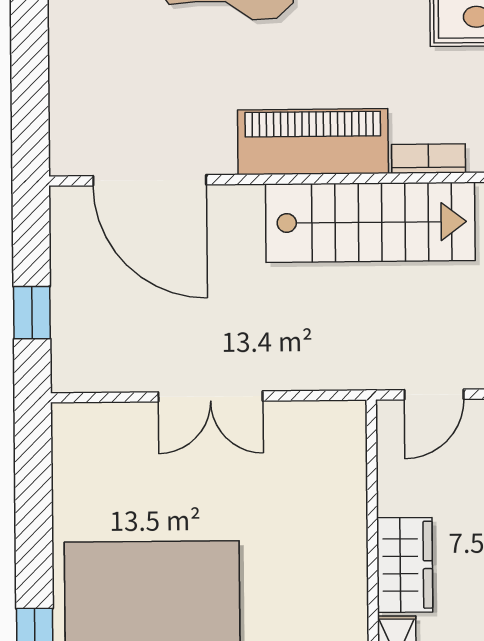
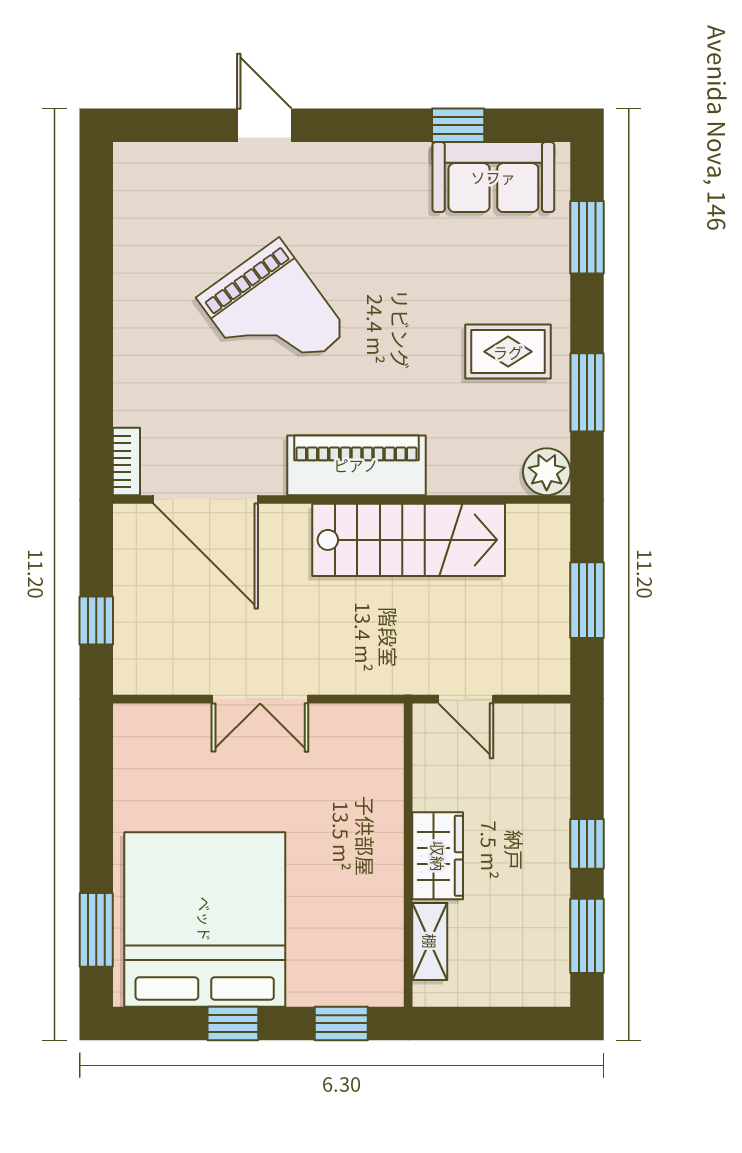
bookcase: (428, 159) -> (126, 462), moved, turned 90
door: (434, 395) -> (466, 699), hinge flipped

